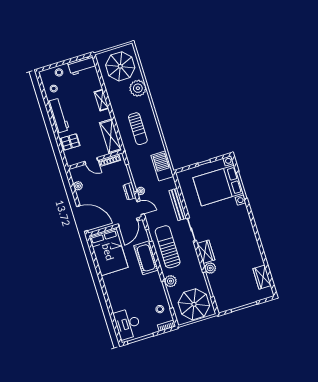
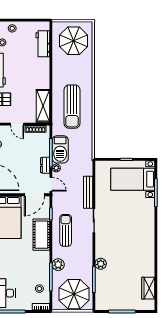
workbench: (82, 65) -> (43, 44), moved, turned 90
plant: (138, 88) -> (84, 67), removed
shelving: (101, 100) -> (45, 68), removed
sun lounger: (138, 129) -> (72, 107), width x1.36, depth x1.34
barbecue: (162, 166) -> (60, 149), moved, turned 180
bed with nightstands: (218, 186) -> (133, 179), width x0.73
sun lounger: (168, 247) -> (66, 230), width x0.73, depth x0.75
wardrobe: (206, 252) -> (101, 247), removed

